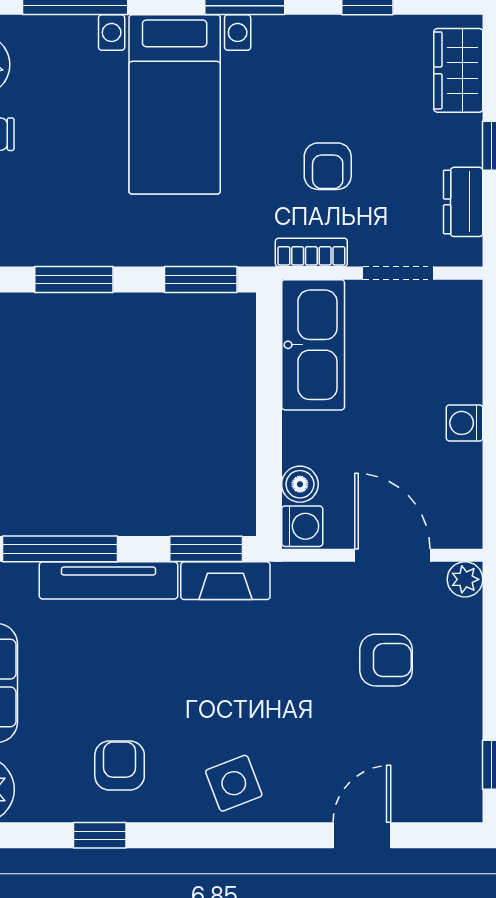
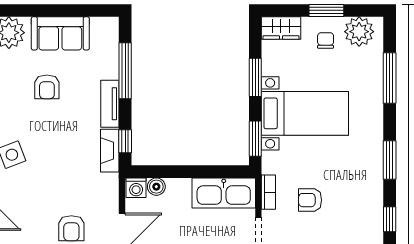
bed with nightstands: (175, 104) -> (305, 113), moved, turned 180
window: (206, 549) -> (125, 141), width x0.67
tv unit: (108, 580) -> (110, 104), width x0.71
armchair: (120, 766) -> (47, 87), moved, turned 90

